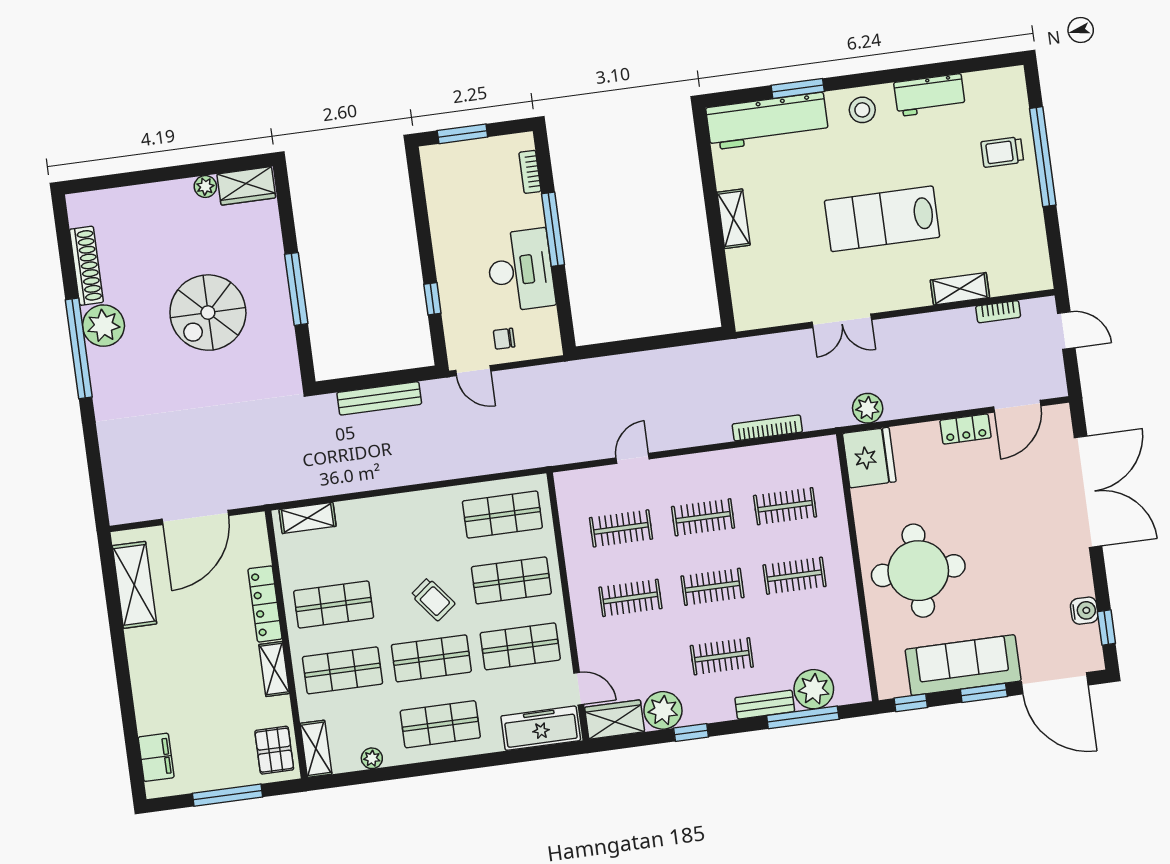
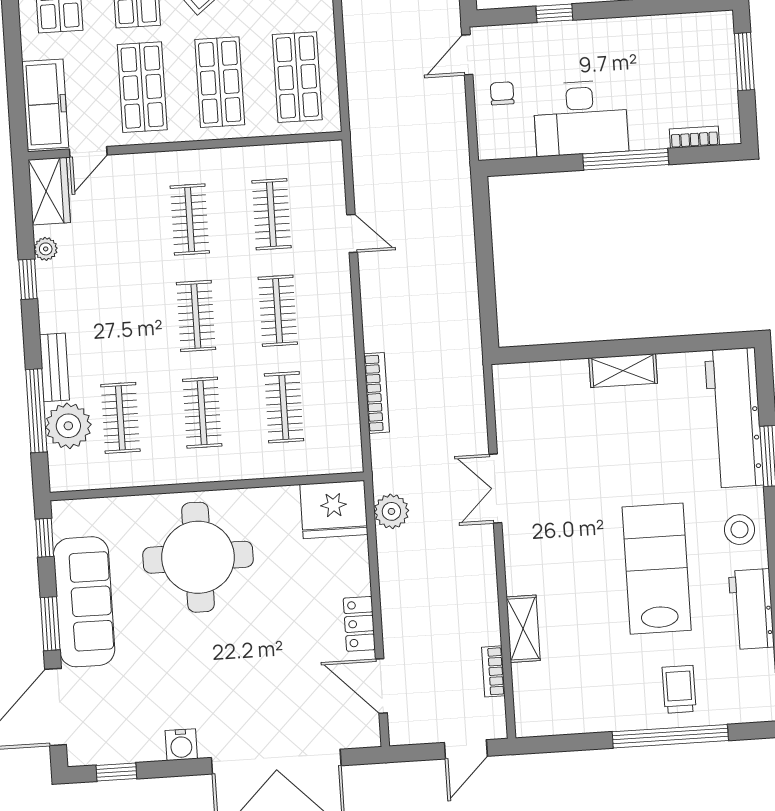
lab bench: (882, 219) -> (657, 569), moved
water cooler: (1084, 611) -> (181, 745), moved
clothes rail: (722, 656) -> (120, 418), moved
plant: (663, 710) -> (46, 249), width x0.53, depth x0.53

